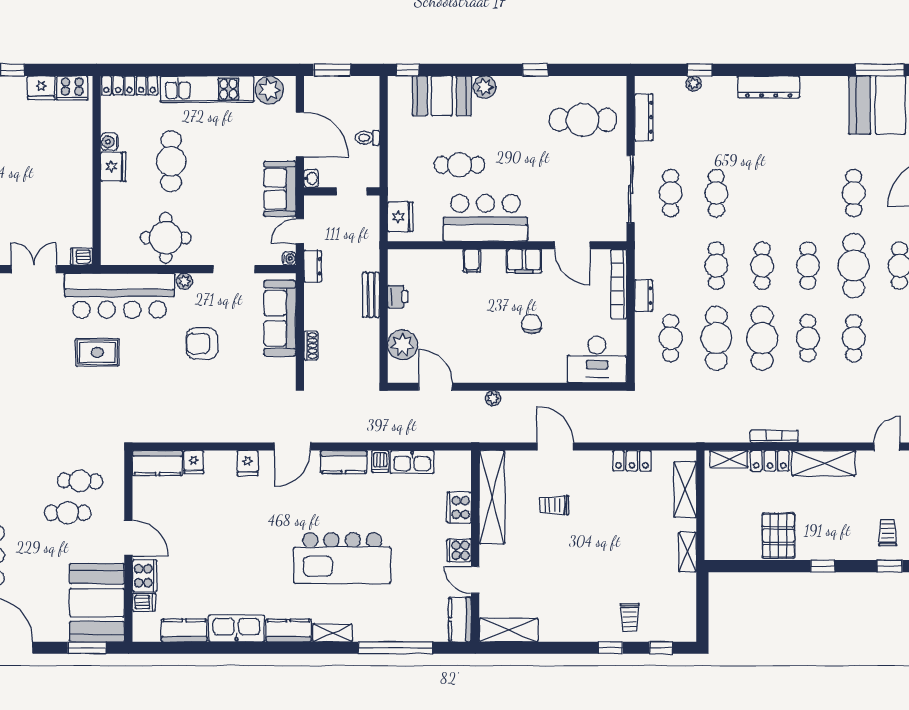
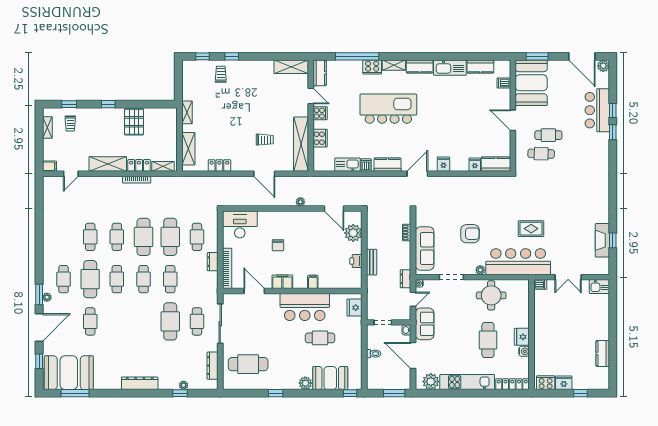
cafe table: (716, 193) -> (170, 321), width x1.37, depth x1.35
cooker: (145, 576) -> (372, 67), moved, turned -90

